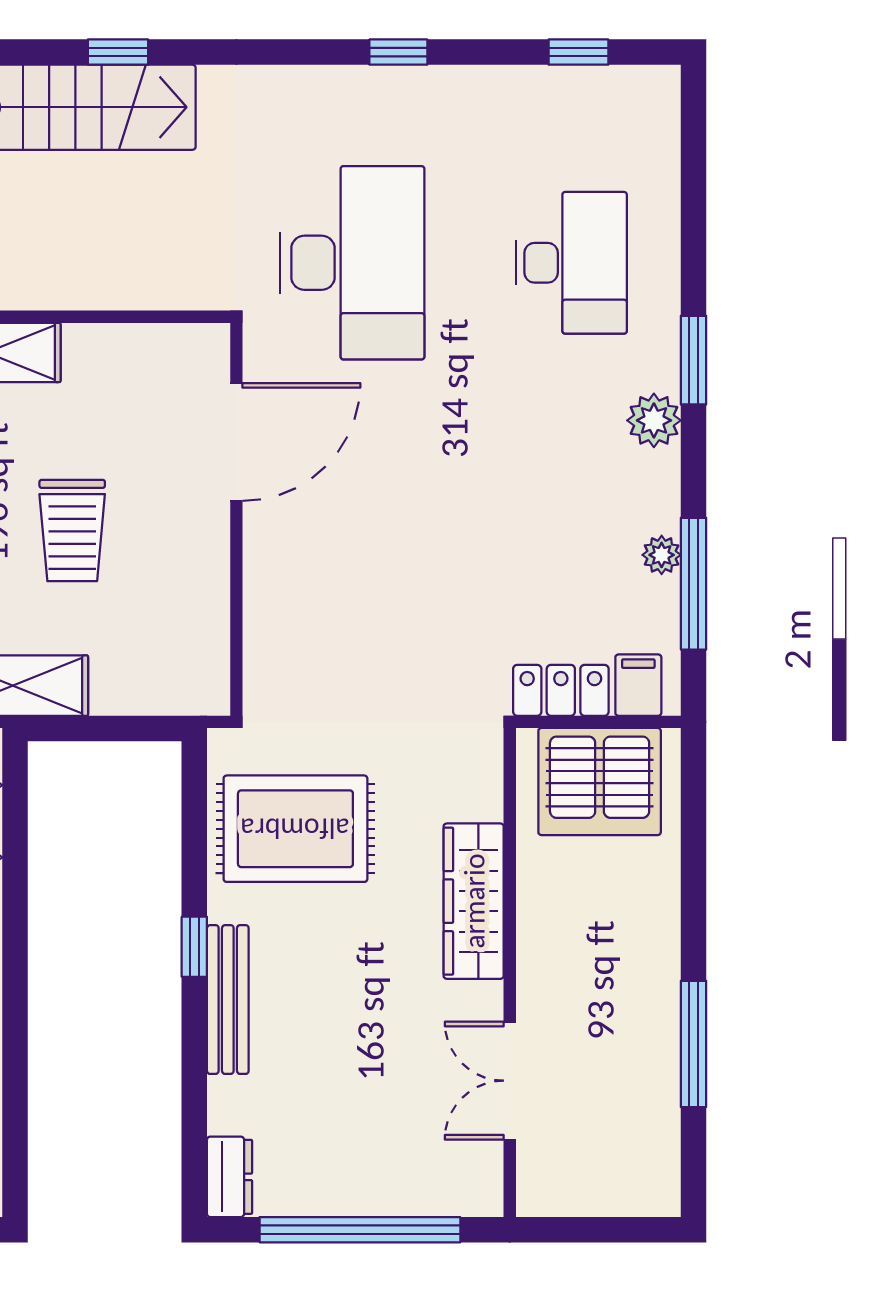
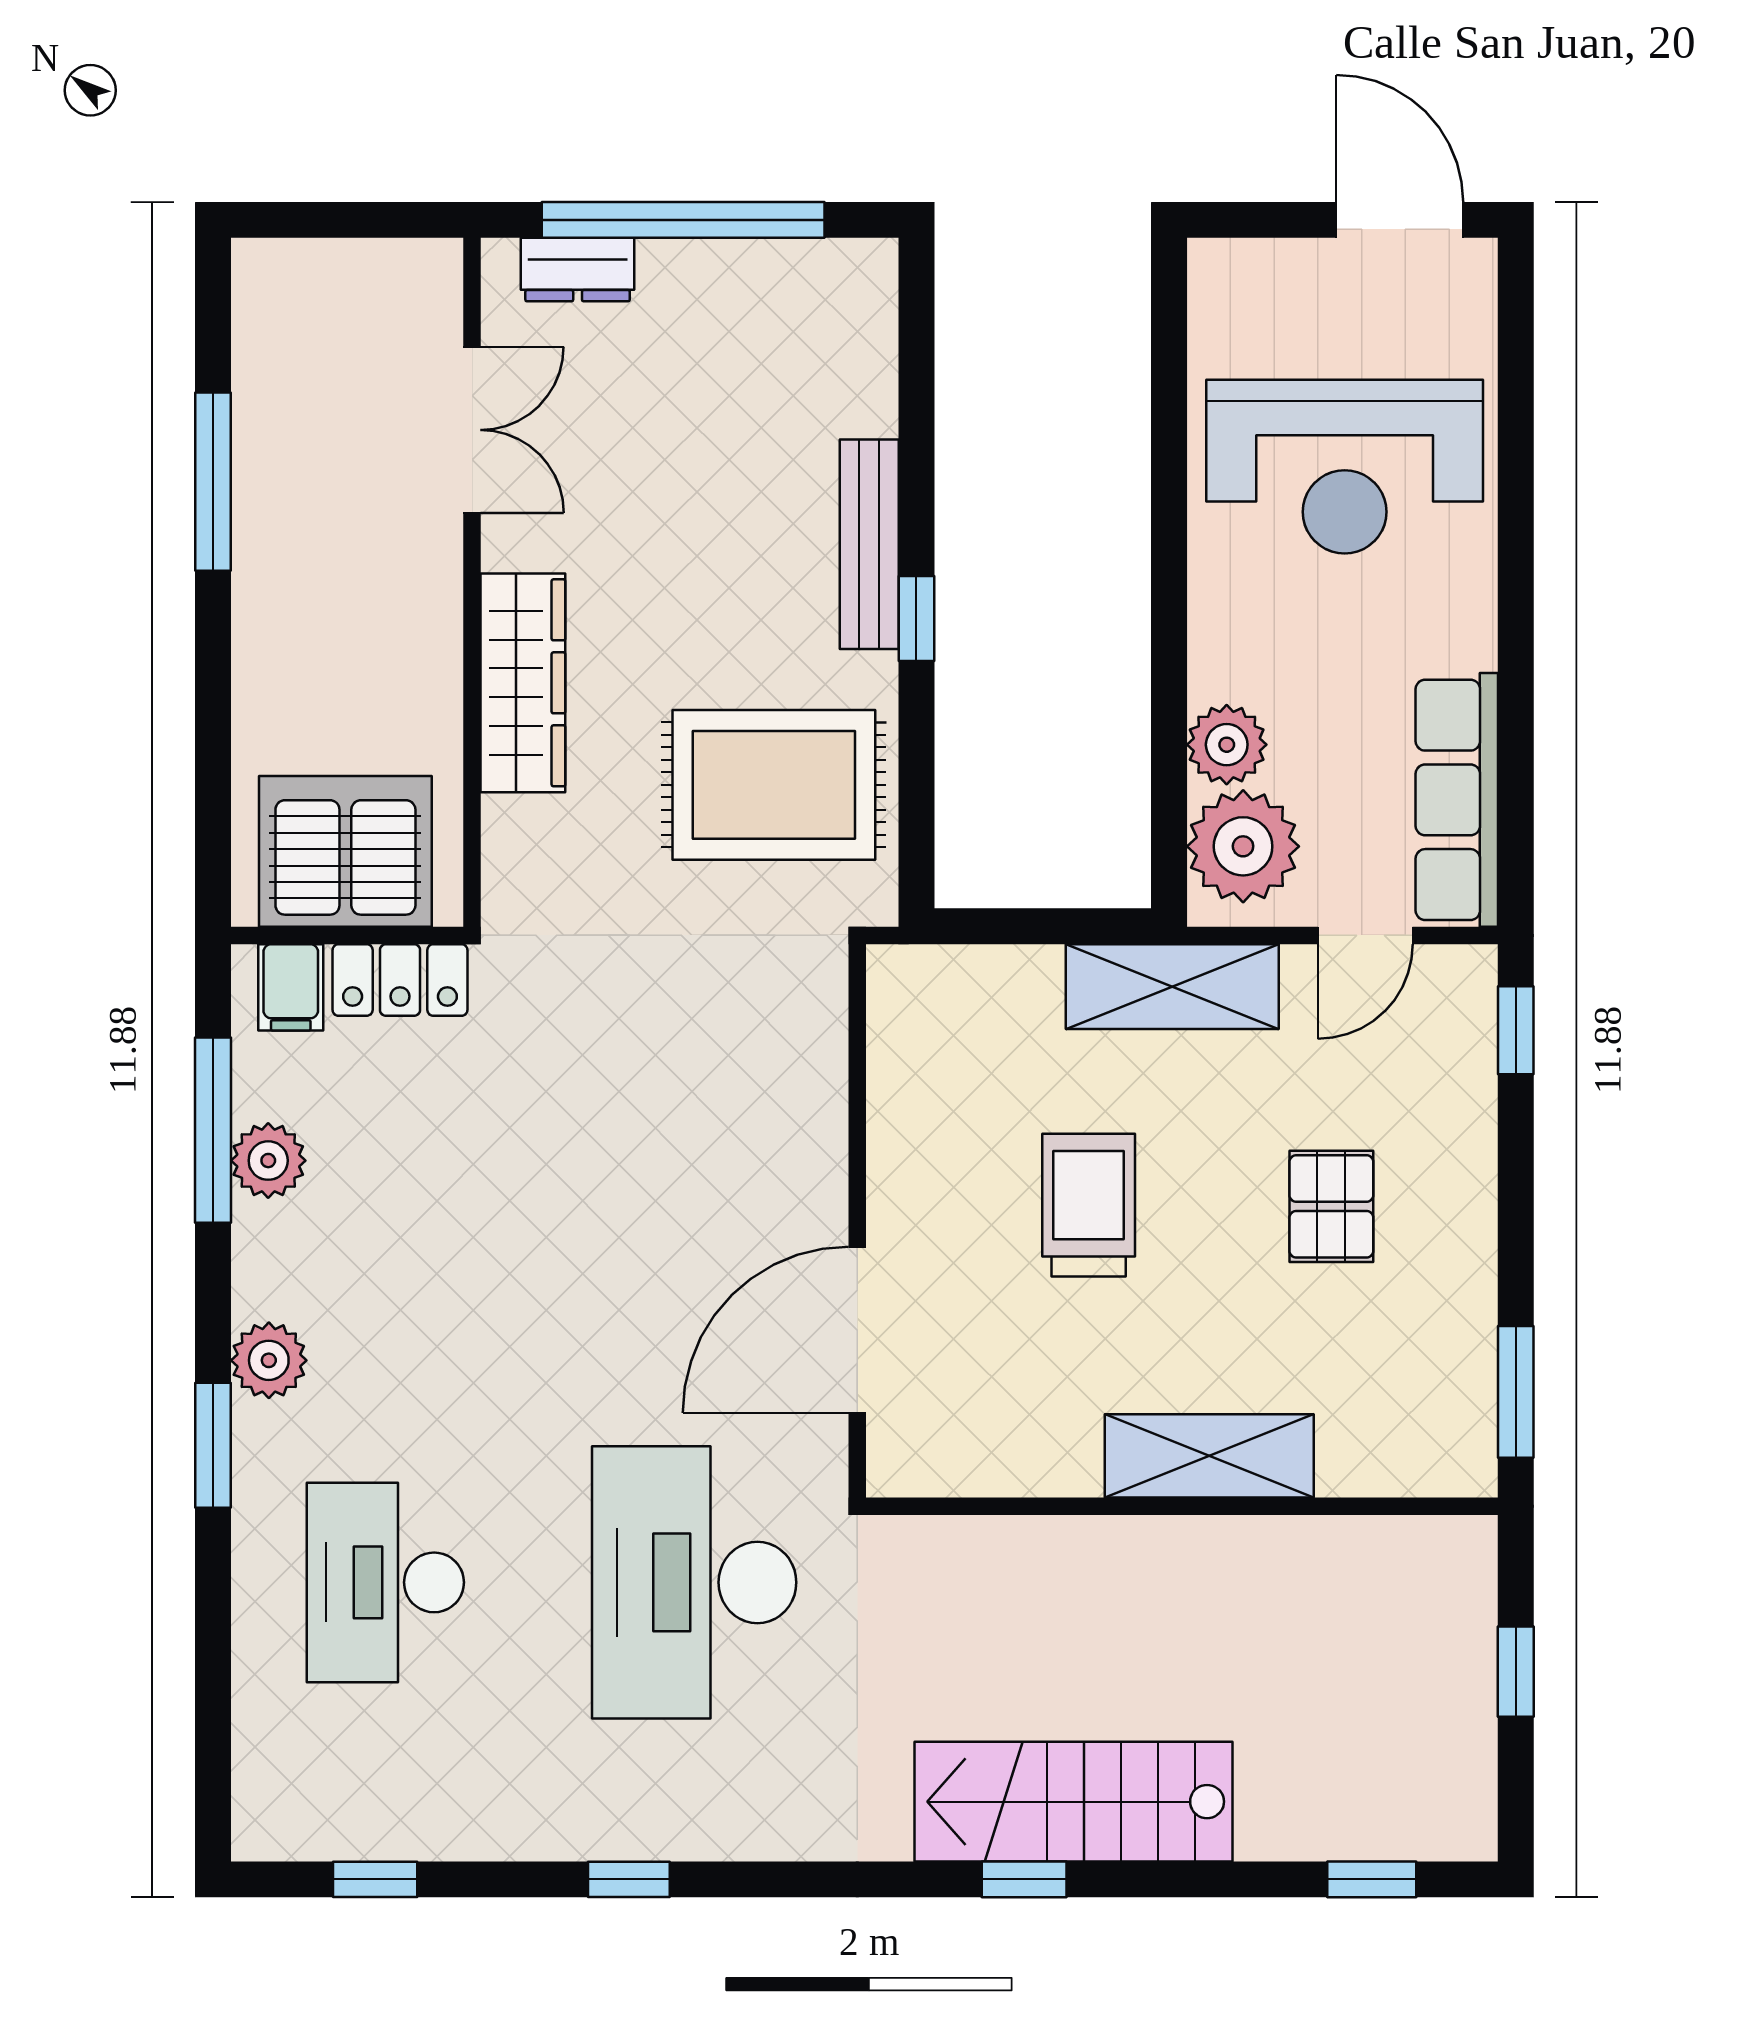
plant: (662, 555) -> (268, 1161), width x1.38, depth x1.38
dresser: (230, 1177) -> (578, 270), moved, turned -90

